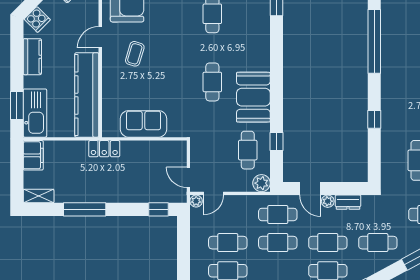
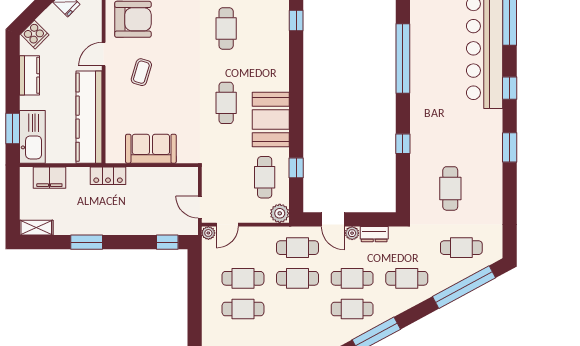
filing cabinet: (33, 155) -> (49, 178), moved, turned 90
window: (85, 209) -> (87, 242), width x0.69

